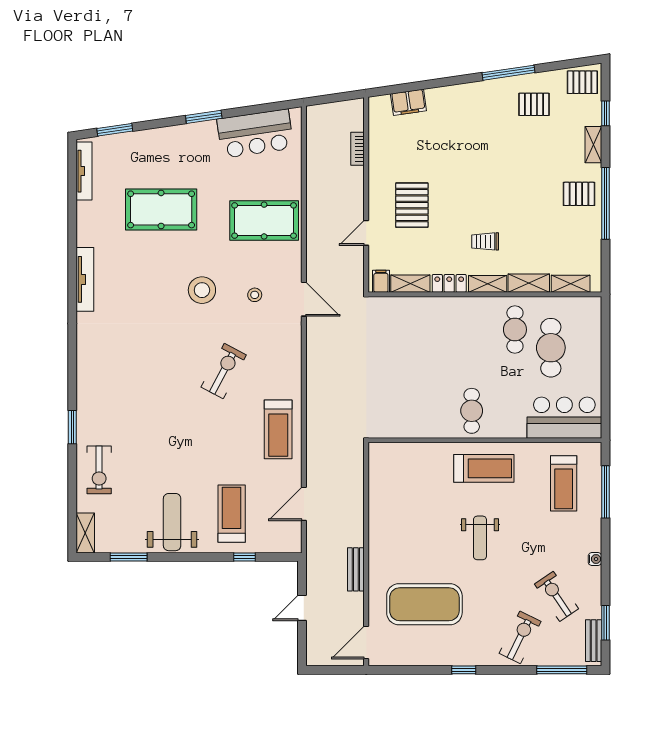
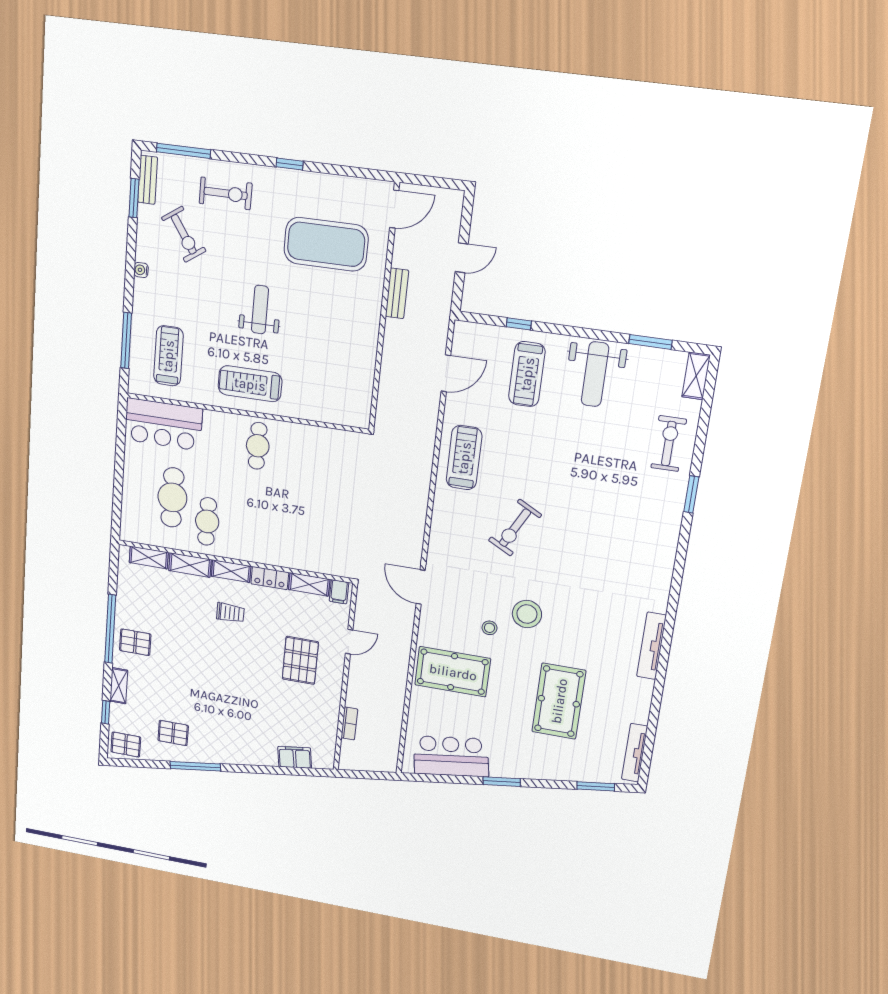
pool table: (161, 209) -> (559, 701), turned 90
stool: (255, 295) -> (489, 628), moved
exercise bike: (520, 637) -> (226, 193), turned -116

